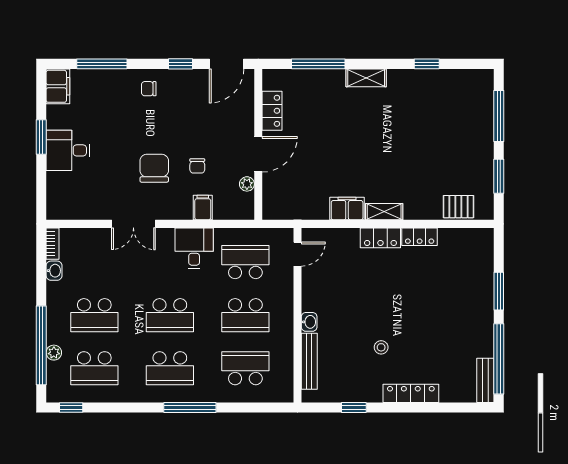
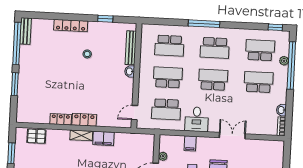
school desk: (170, 368) -> (215, 48), turned 180

